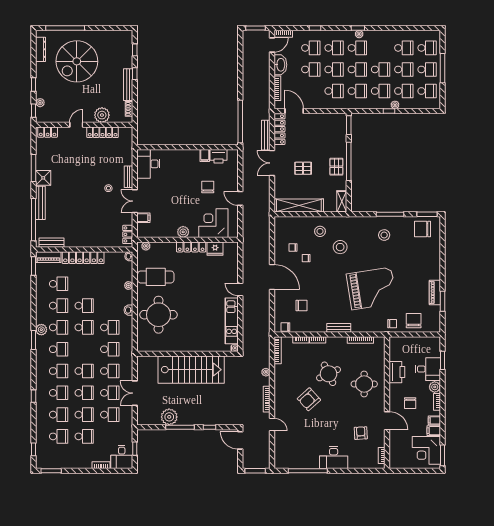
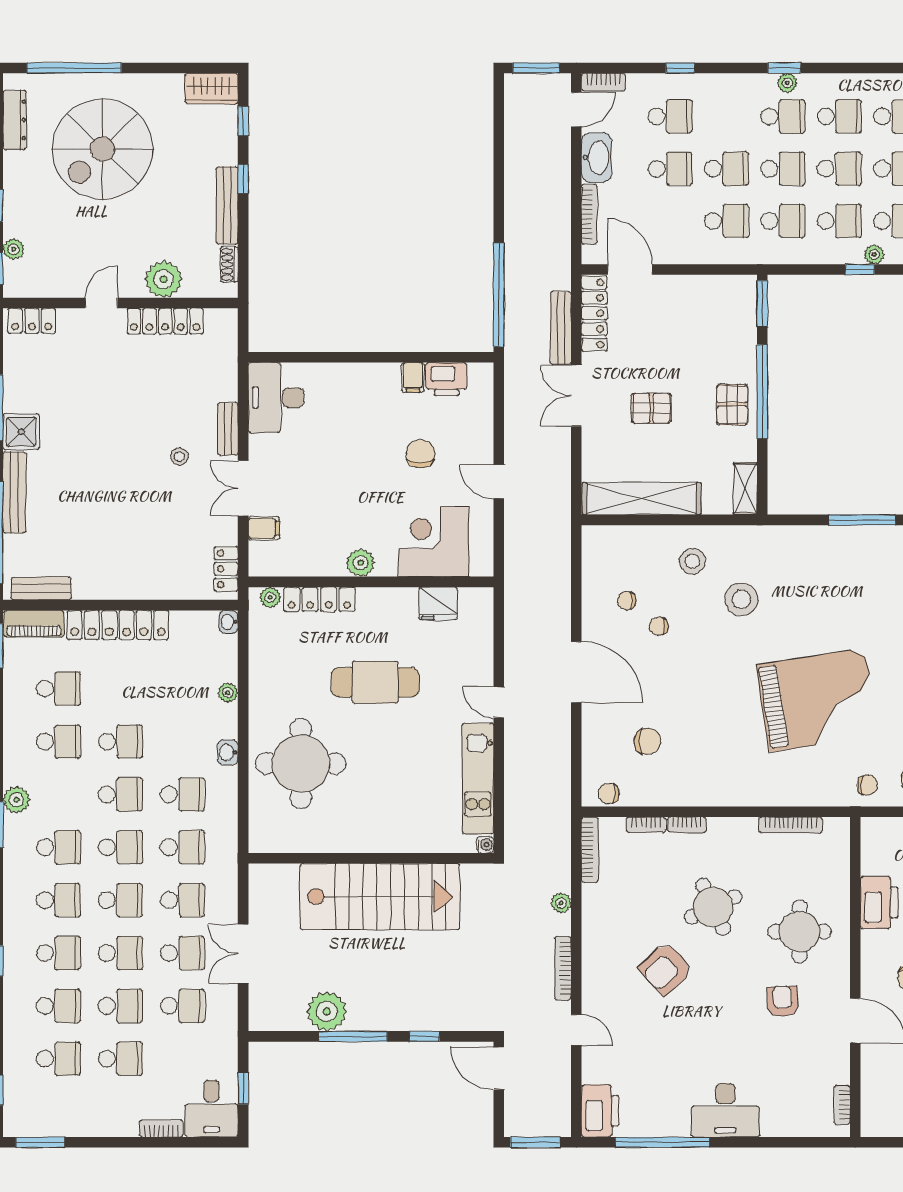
wardrobe: (122, 36) -> (211, 89), added
school desk: (334, 48) -> (839, 116), moved
stool: (384, 235) -> (848, 570), removed
locker: (191, 247) -> (319, 599), moved
cafe table: (156, 277) -> (375, 682), moved
school desk: (59, 327) -> (120, 847), moved
bench: (339, 328) -> (738, 795), removed
armchair: (361, 433) -> (783, 1001), moved
printer: (282, 458) -> (600, 1111), added

